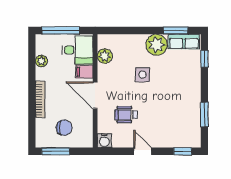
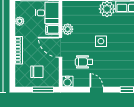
plant: (105, 56) -> (68, 29), moved
side table: (142, 75) -> (101, 41), moved
window: (56, 151) -> (43, 90), moved

